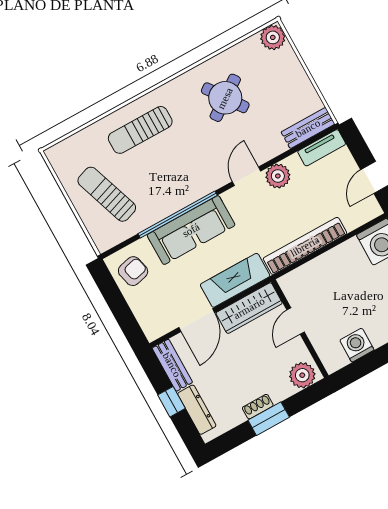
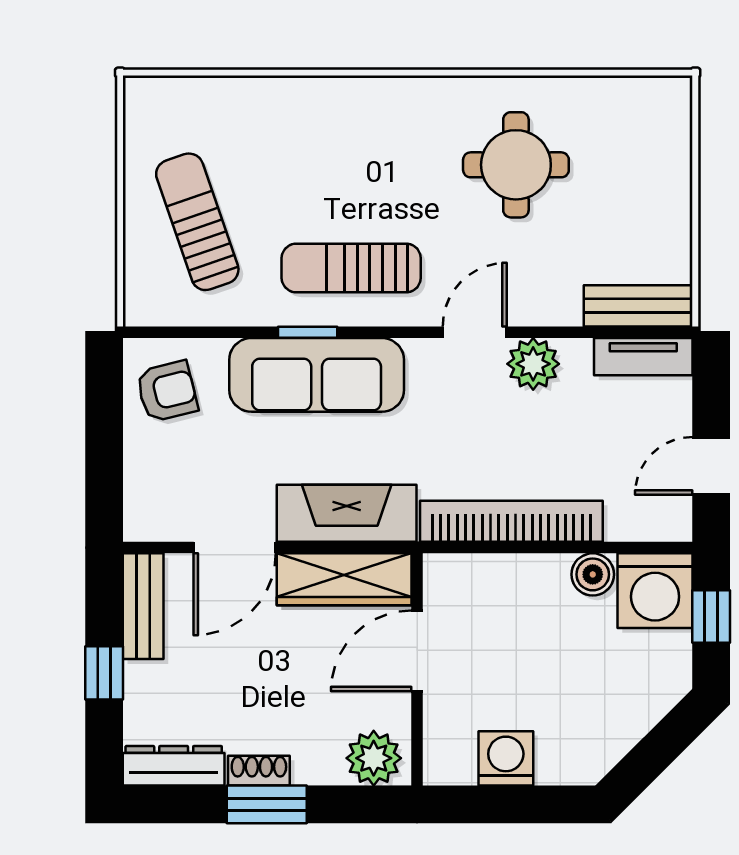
plant: (273, 37) -> (666, 102), removed
round table: (225, 98) -> (516, 165), turned 35
sun lounger: (140, 130) -> (351, 268), moved
window: (178, 214) -> (308, 332), width x0.32
boiler: (351, 249) -> (593, 574), added
door: (296, 321) -> (417, 651), width x1.37
dresser: (197, 410) -> (174, 766), moved, turned -90

